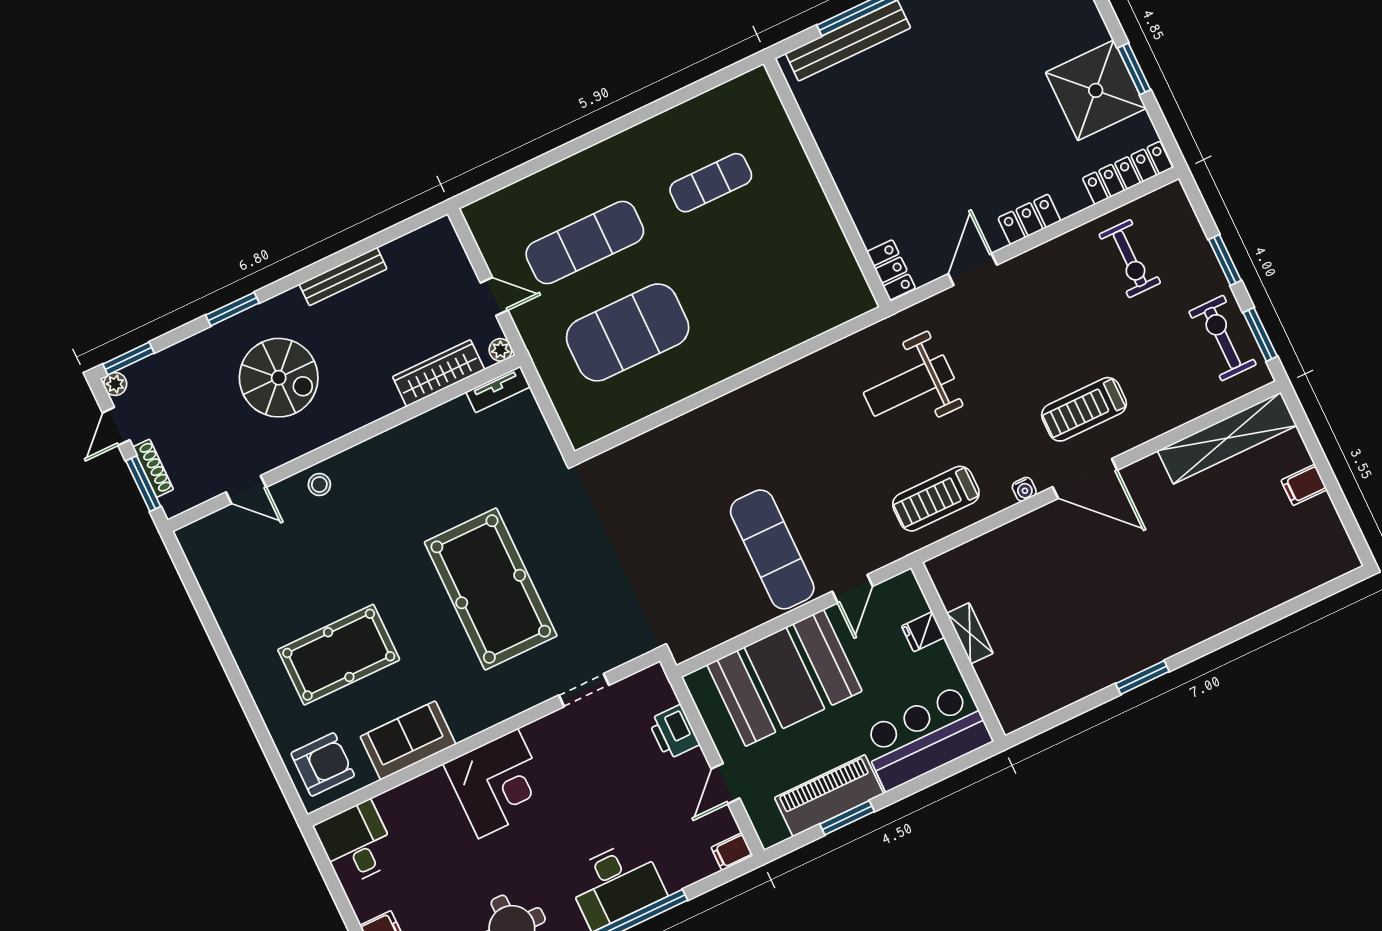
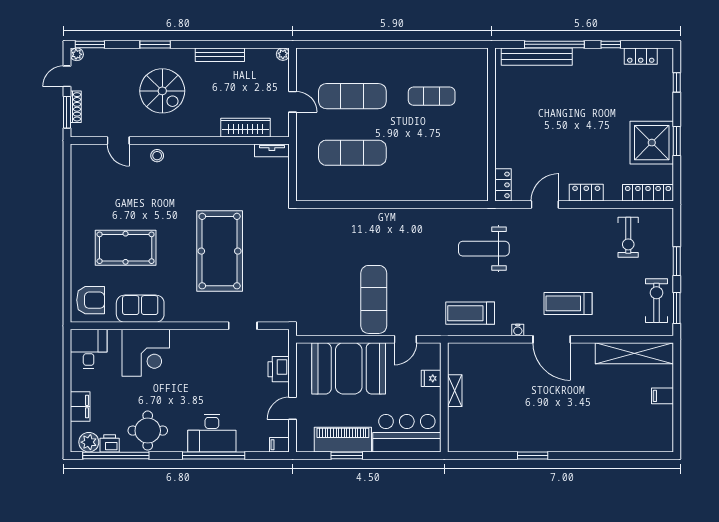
exercise mat: (628, 332) -> (352, 153), width x0.68
plant: (500, 350) -> (283, 54), moved
corner desk: (498, 784) -> (146, 353), moved

